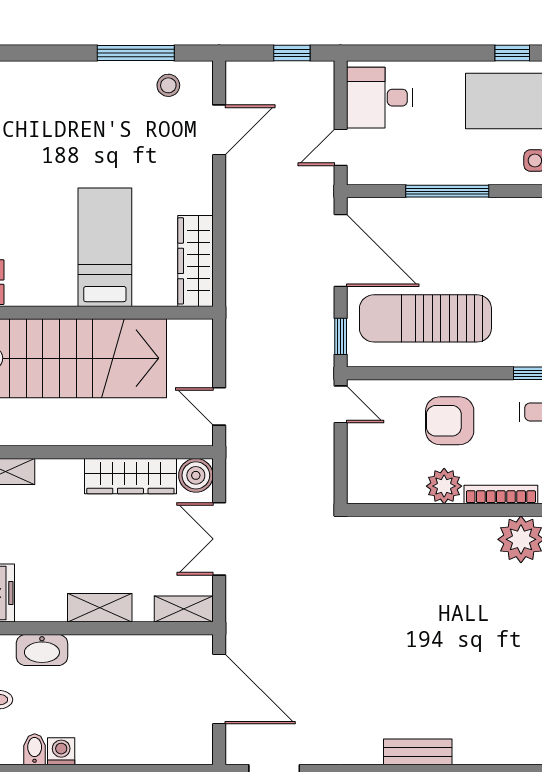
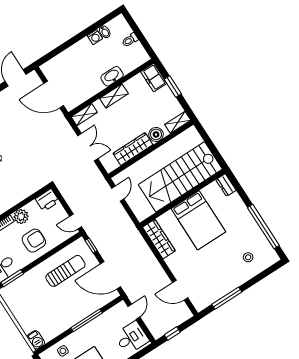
stool: (168, 85) -> (248, 257), moved
door: (219, 130) -> (180, 290), hinge flipped
bed: (105, 247) -> (198, 220), width x1.50
sun lounger: (425, 318) -> (65, 271), width x0.73, depth x0.75
door: (219, 406) -> (118, 193), hinge flipped
boiler: (196, 475) -> (156, 134), moved
printer: (370, 485) -> (47, 200), added
washbasin: (42, 650) -> (112, 76), moved

